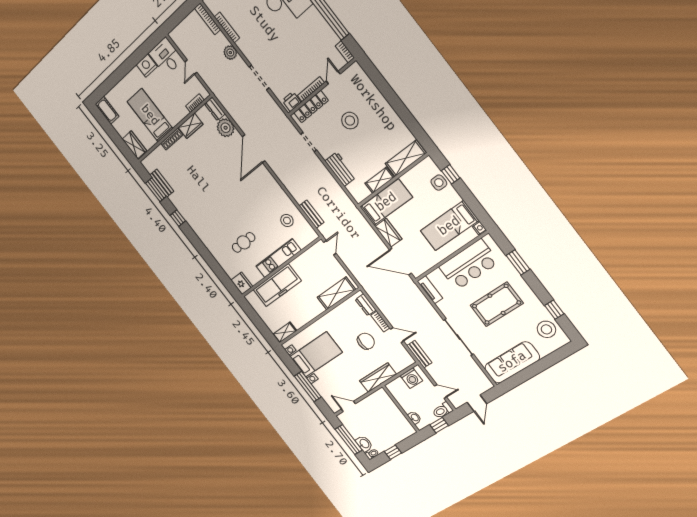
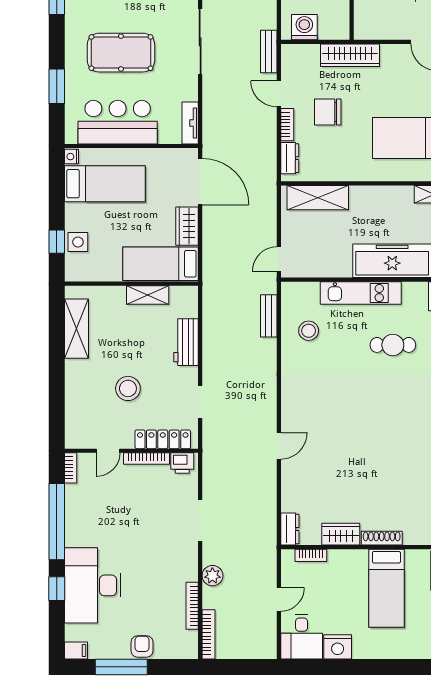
plant: (226, 128) -> (295, 497), removed
door: (254, 149) -> (279, 446), width x0.53
shelving: (406, 158) -> (76, 329), moved, turned 90

